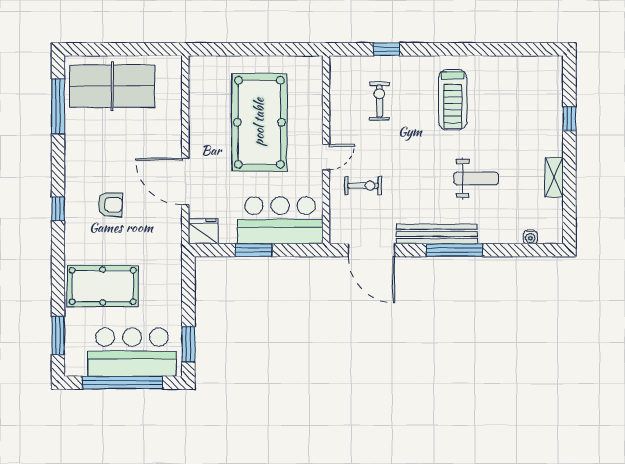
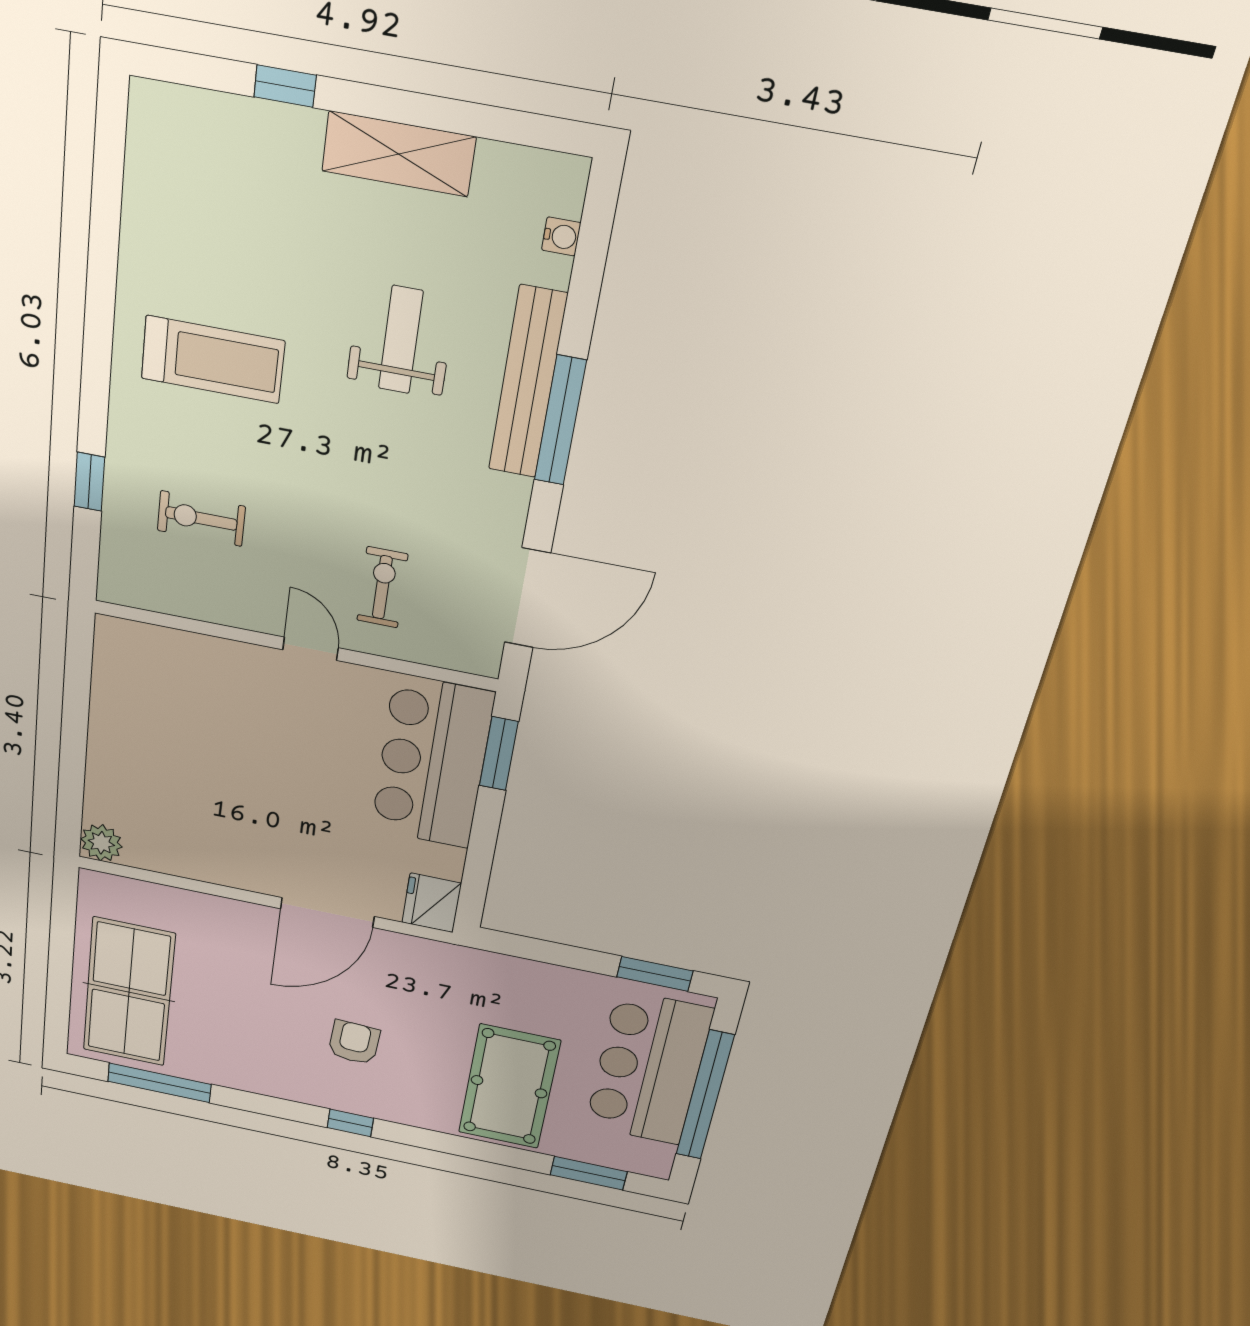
plant: (199, 66) -> (101, 843), added
pool table: (259, 122) -> (223, 759), removed
shelving: (554, 177) -> (399, 154), width x1.50, depth x1.33
bench: (437, 234) -> (528, 383), moved
window: (254, 250) -> (499, 754), moved

